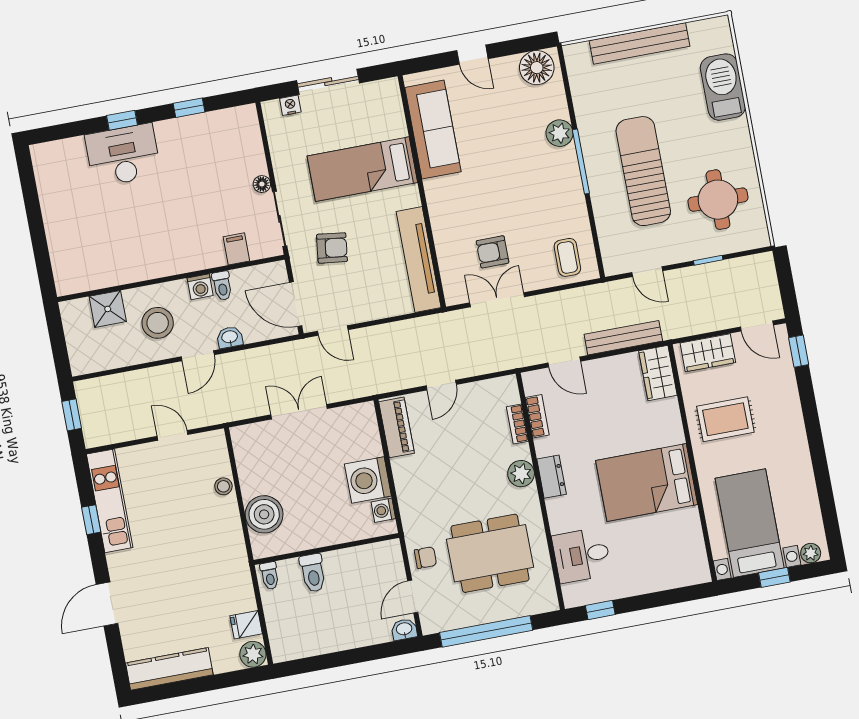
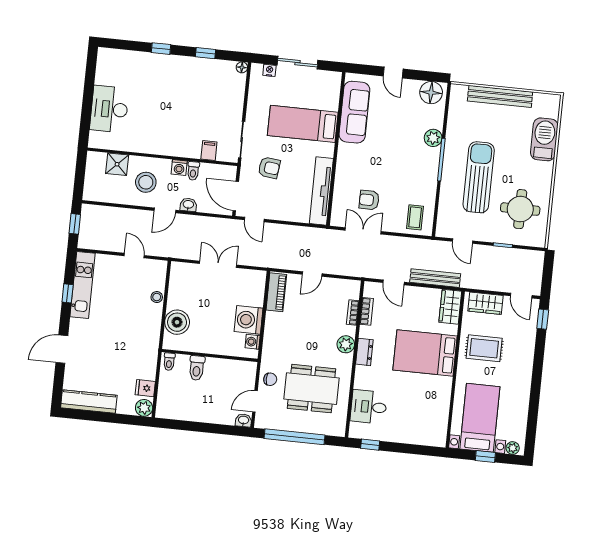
desk: (123, 155) -> (109, 109), moved, turned -90
floor lamp: (262, 184) -> (242, 67), moved
bed: (647, 483) -> (425, 353), moved

